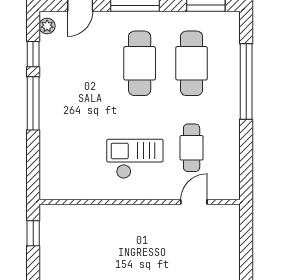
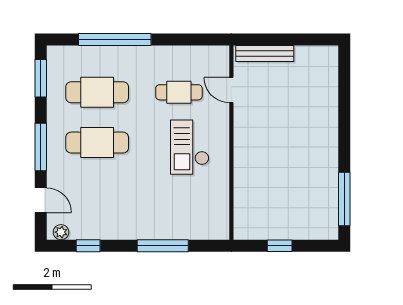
window: (33, 103) -> (163, 246), moved
window: (33, 233) -> (280, 246), moved
bench: (232, 236) -> (265, 53), added

